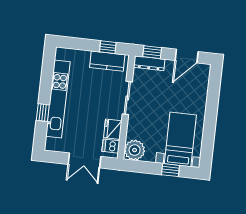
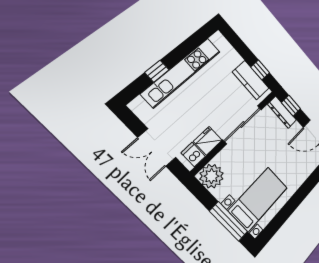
sliding door: (127, 98) -> (242, 124), width x1.37
window: (171, 170) -> (229, 221), width x2.17

